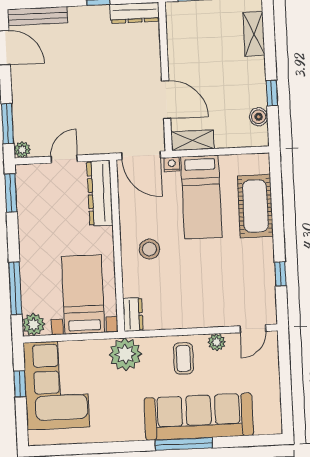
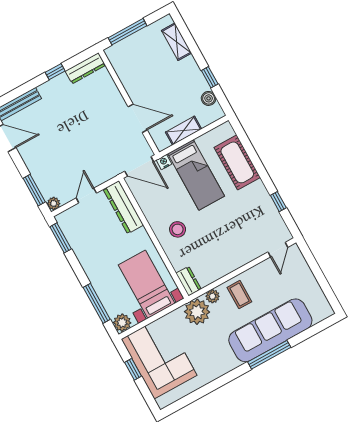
shelving: (193, 140) -> (184, 131), moved
plant: (217, 342) -> (213, 296), moved

